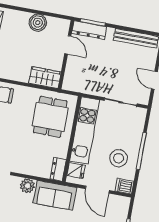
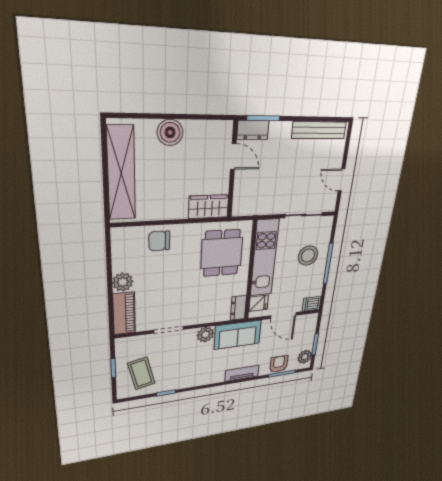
boiler: (38, 23) -> (170, 132), moved
dresser: (89, 30) -> (253, 130), width x0.70
stool: (119, 158) -> (308, 256), moved

